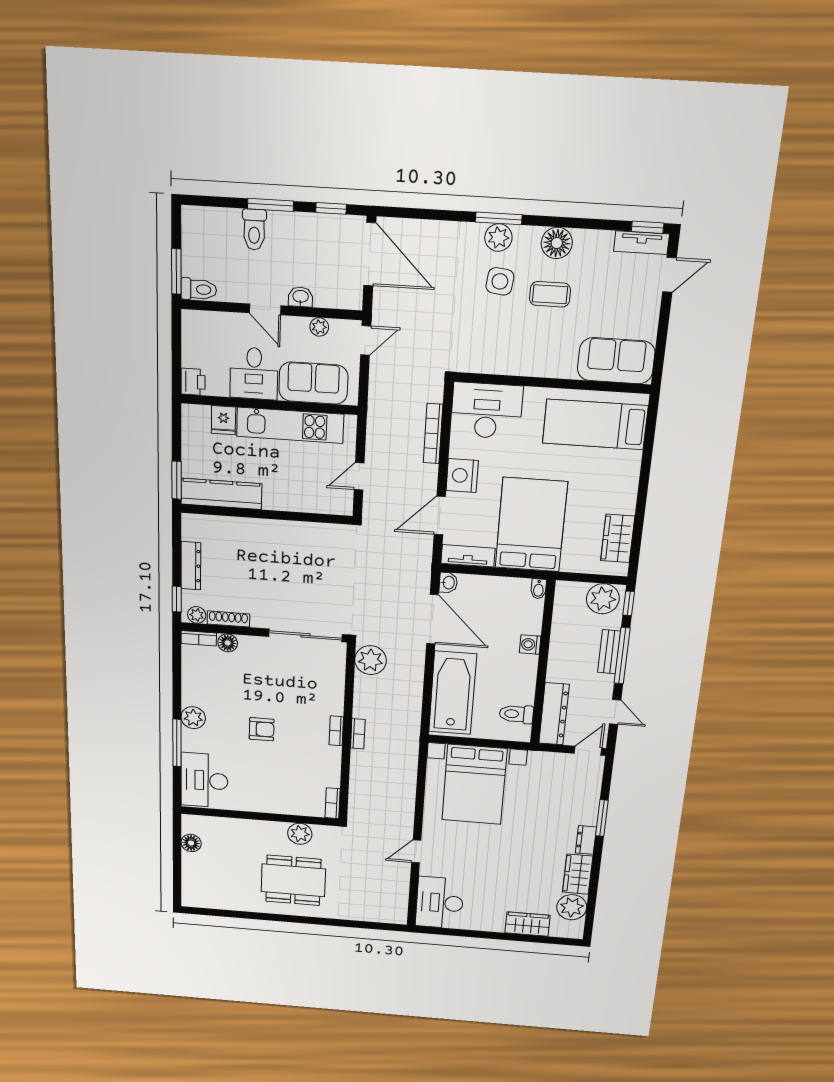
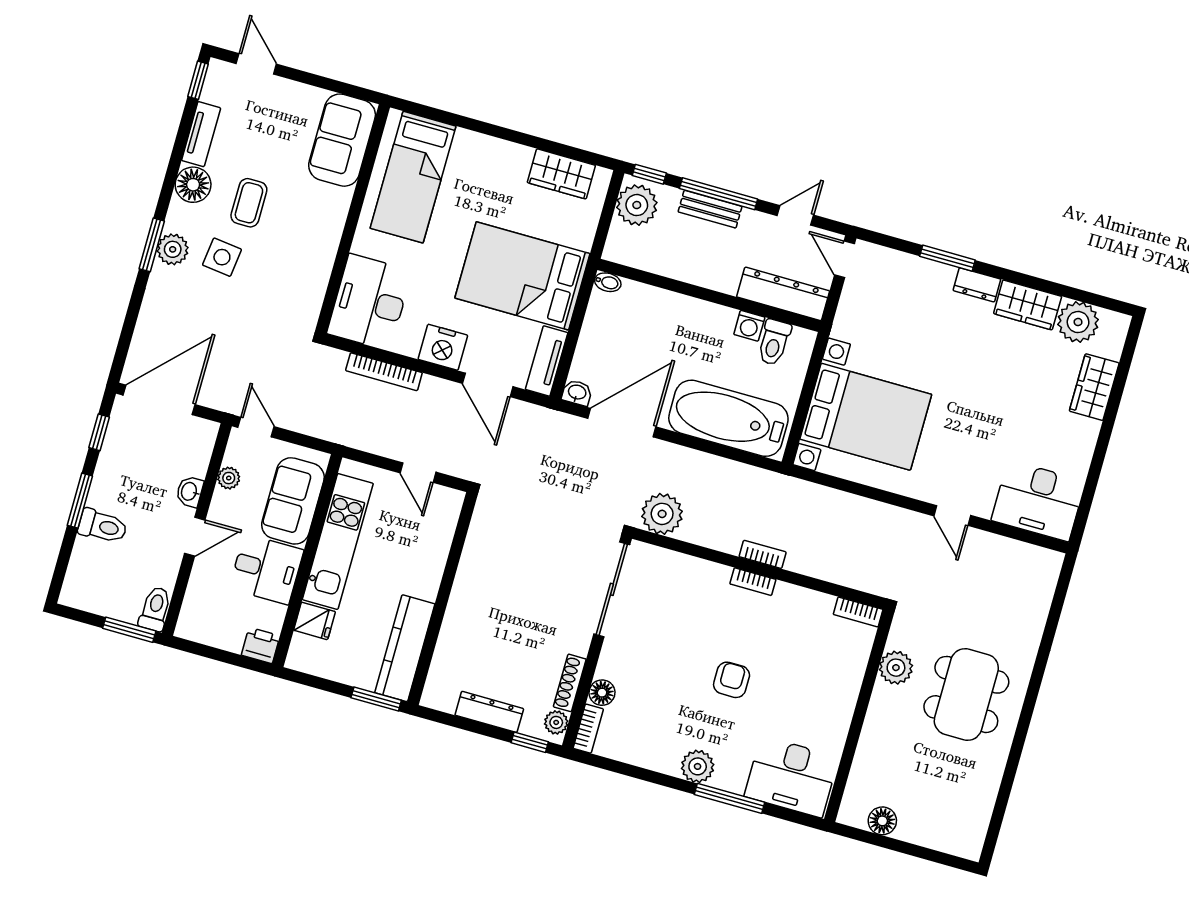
tv unit: (641, 243) -> (201, 134), moved
washing machine: (530, 644) -> (749, 326), moved

